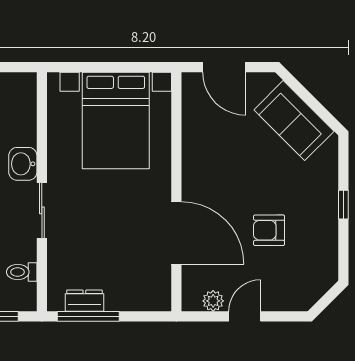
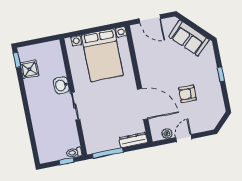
toilet: (22, 272) -> (74, 153), moved
dresser: (84, 301) -> (133, 140), moved, width x1.44

